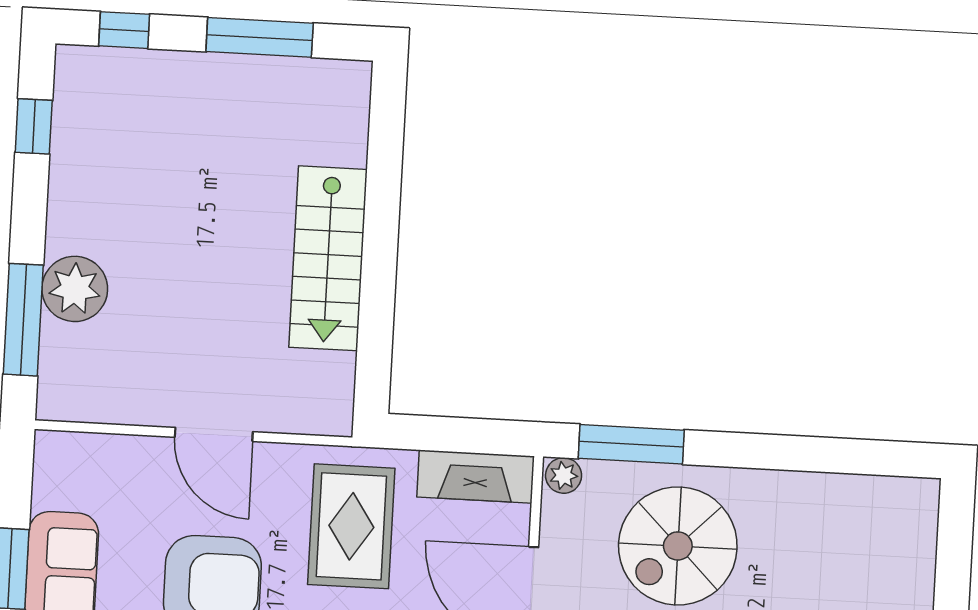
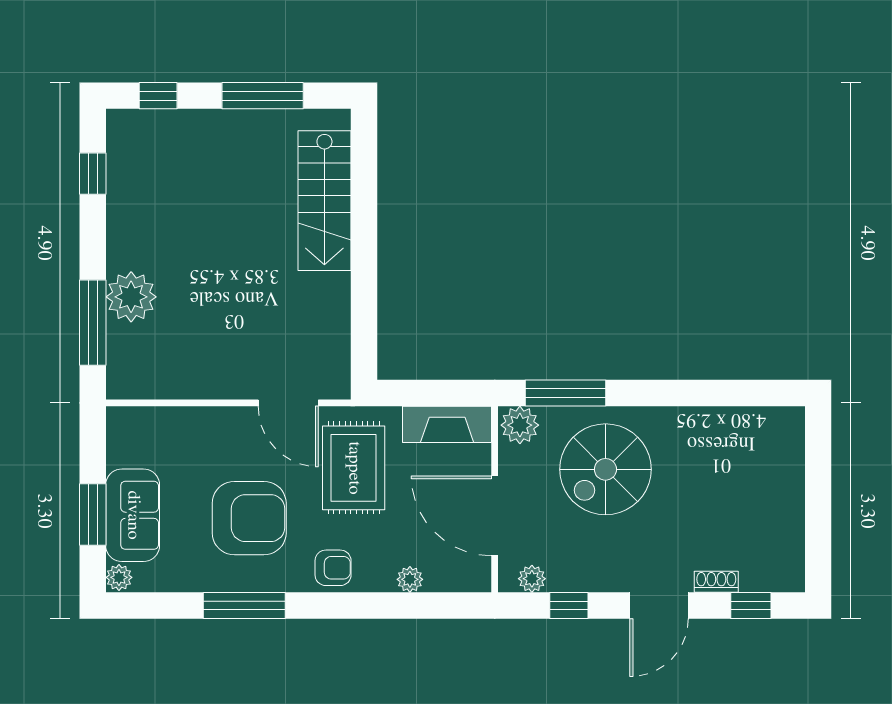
stairs: (328, 258) -> (324, 201), moved
door: (214, 434) -> (288, 403), moved
plant: (564, 475) -> (520, 425), width x1.38, depth x1.38

